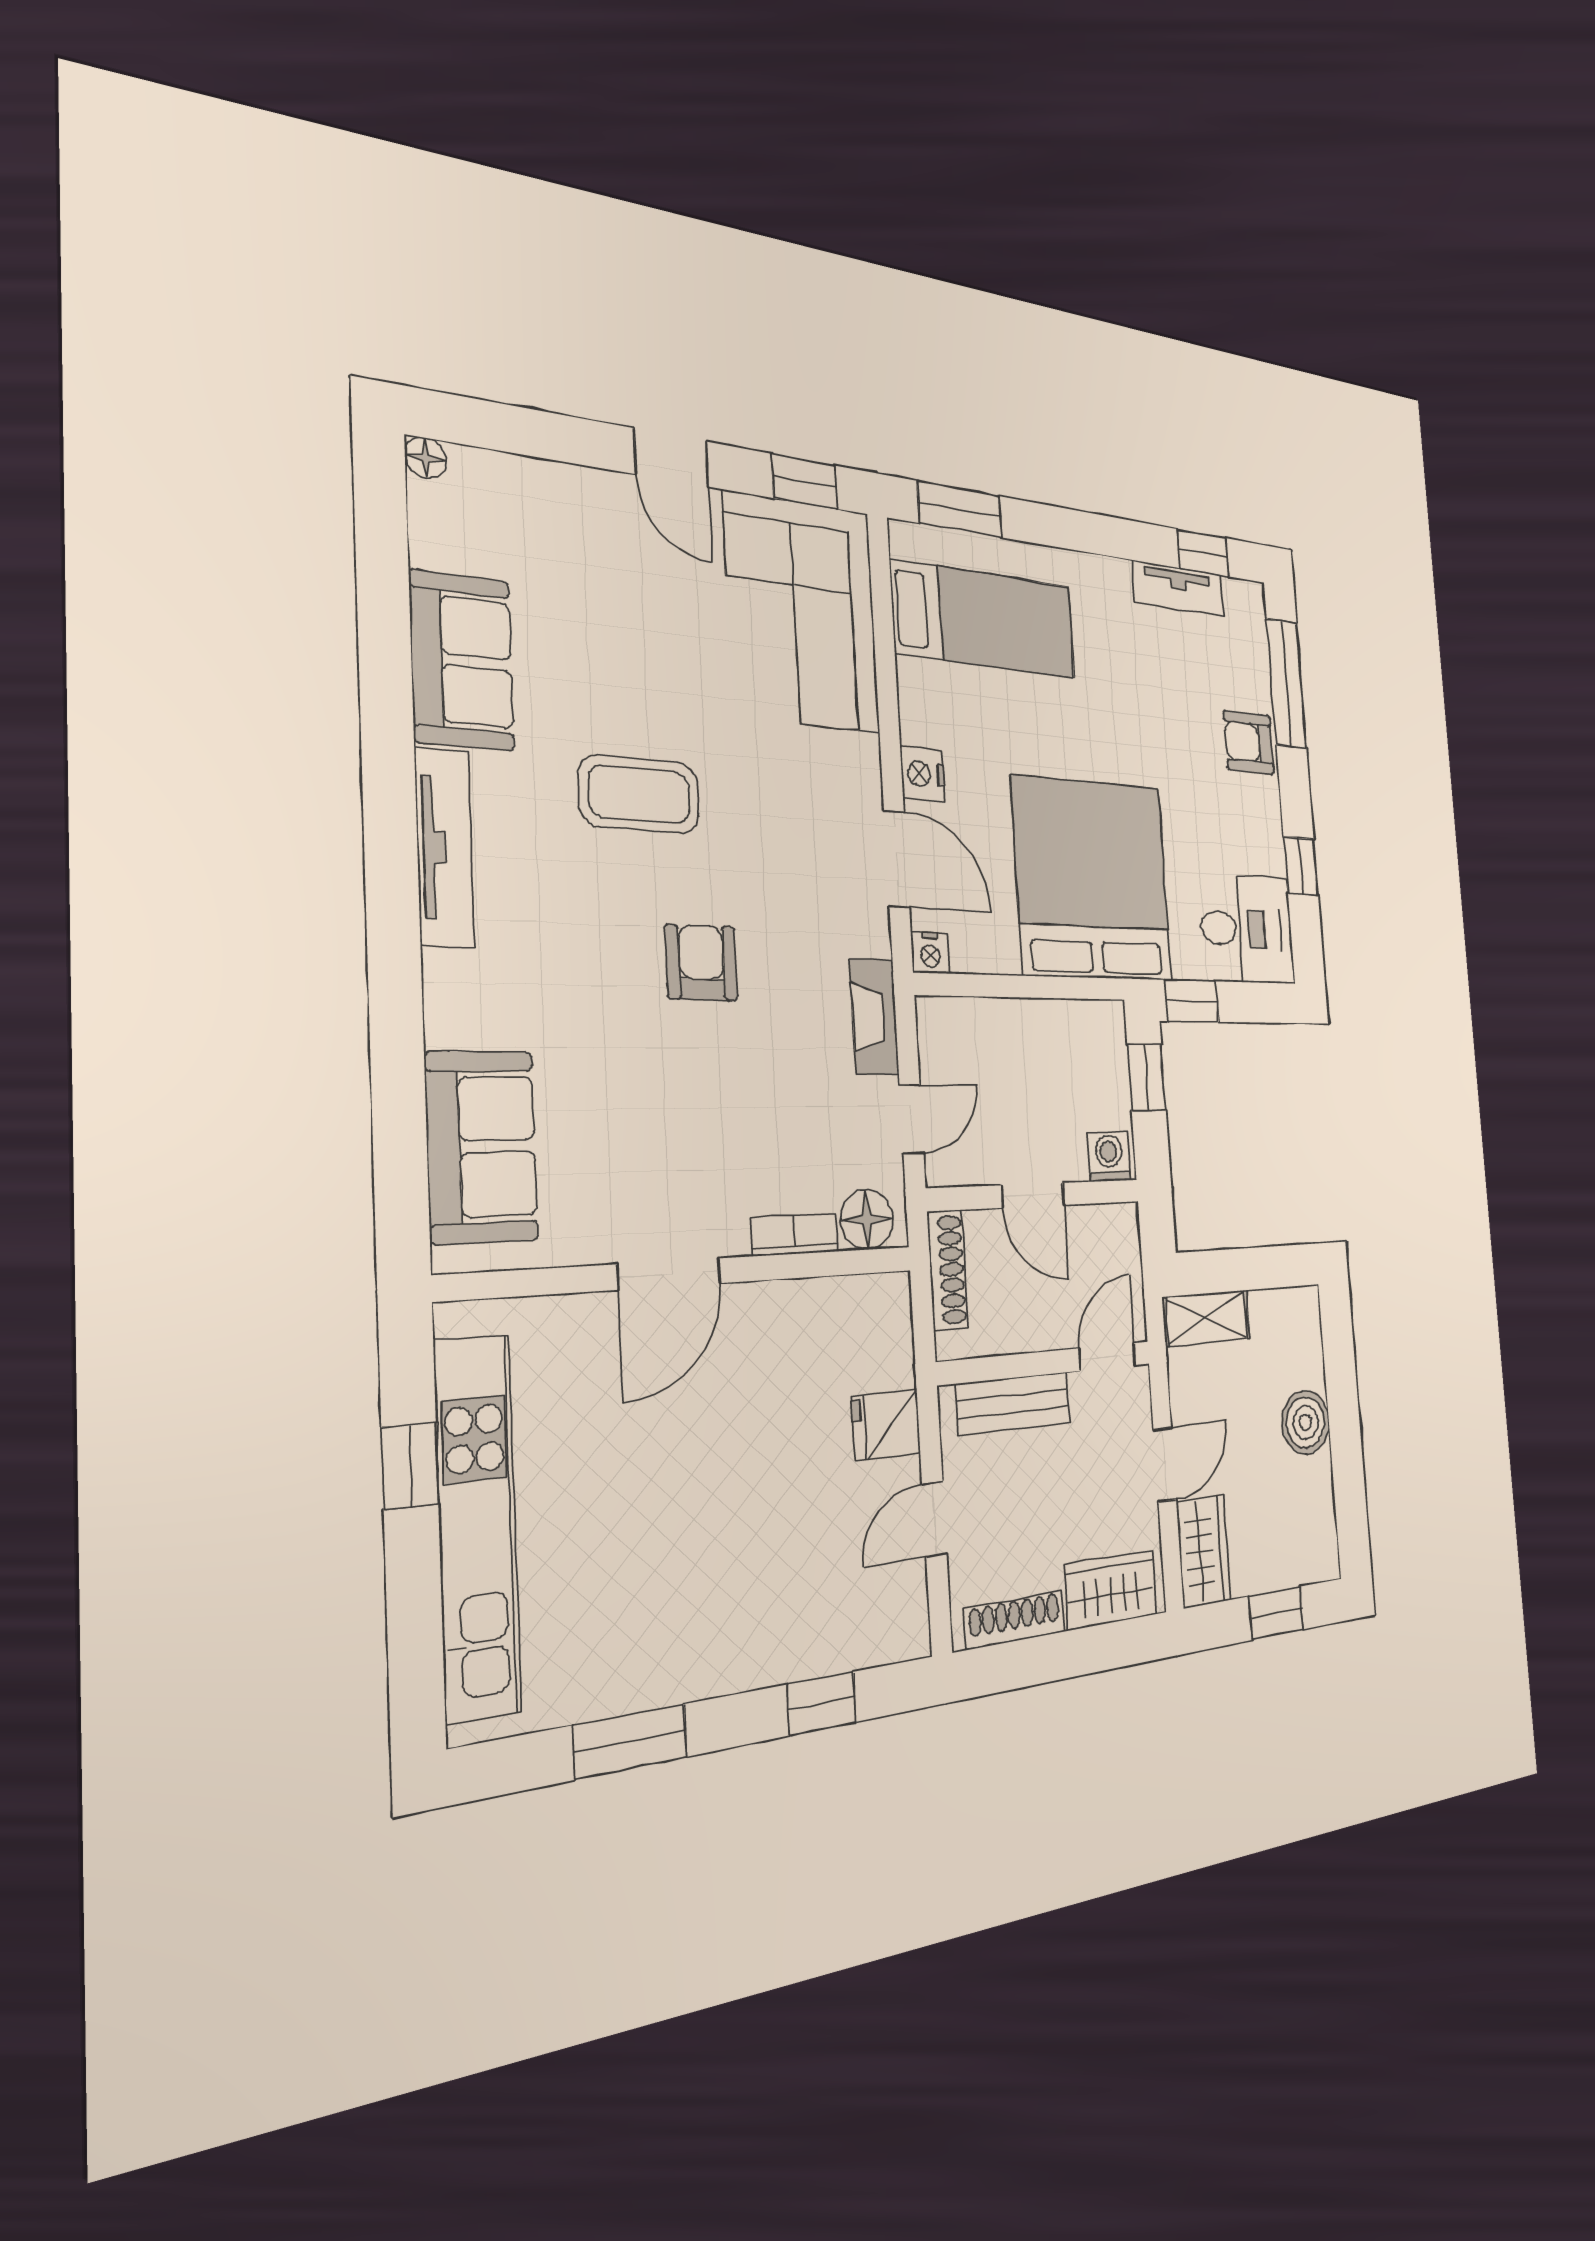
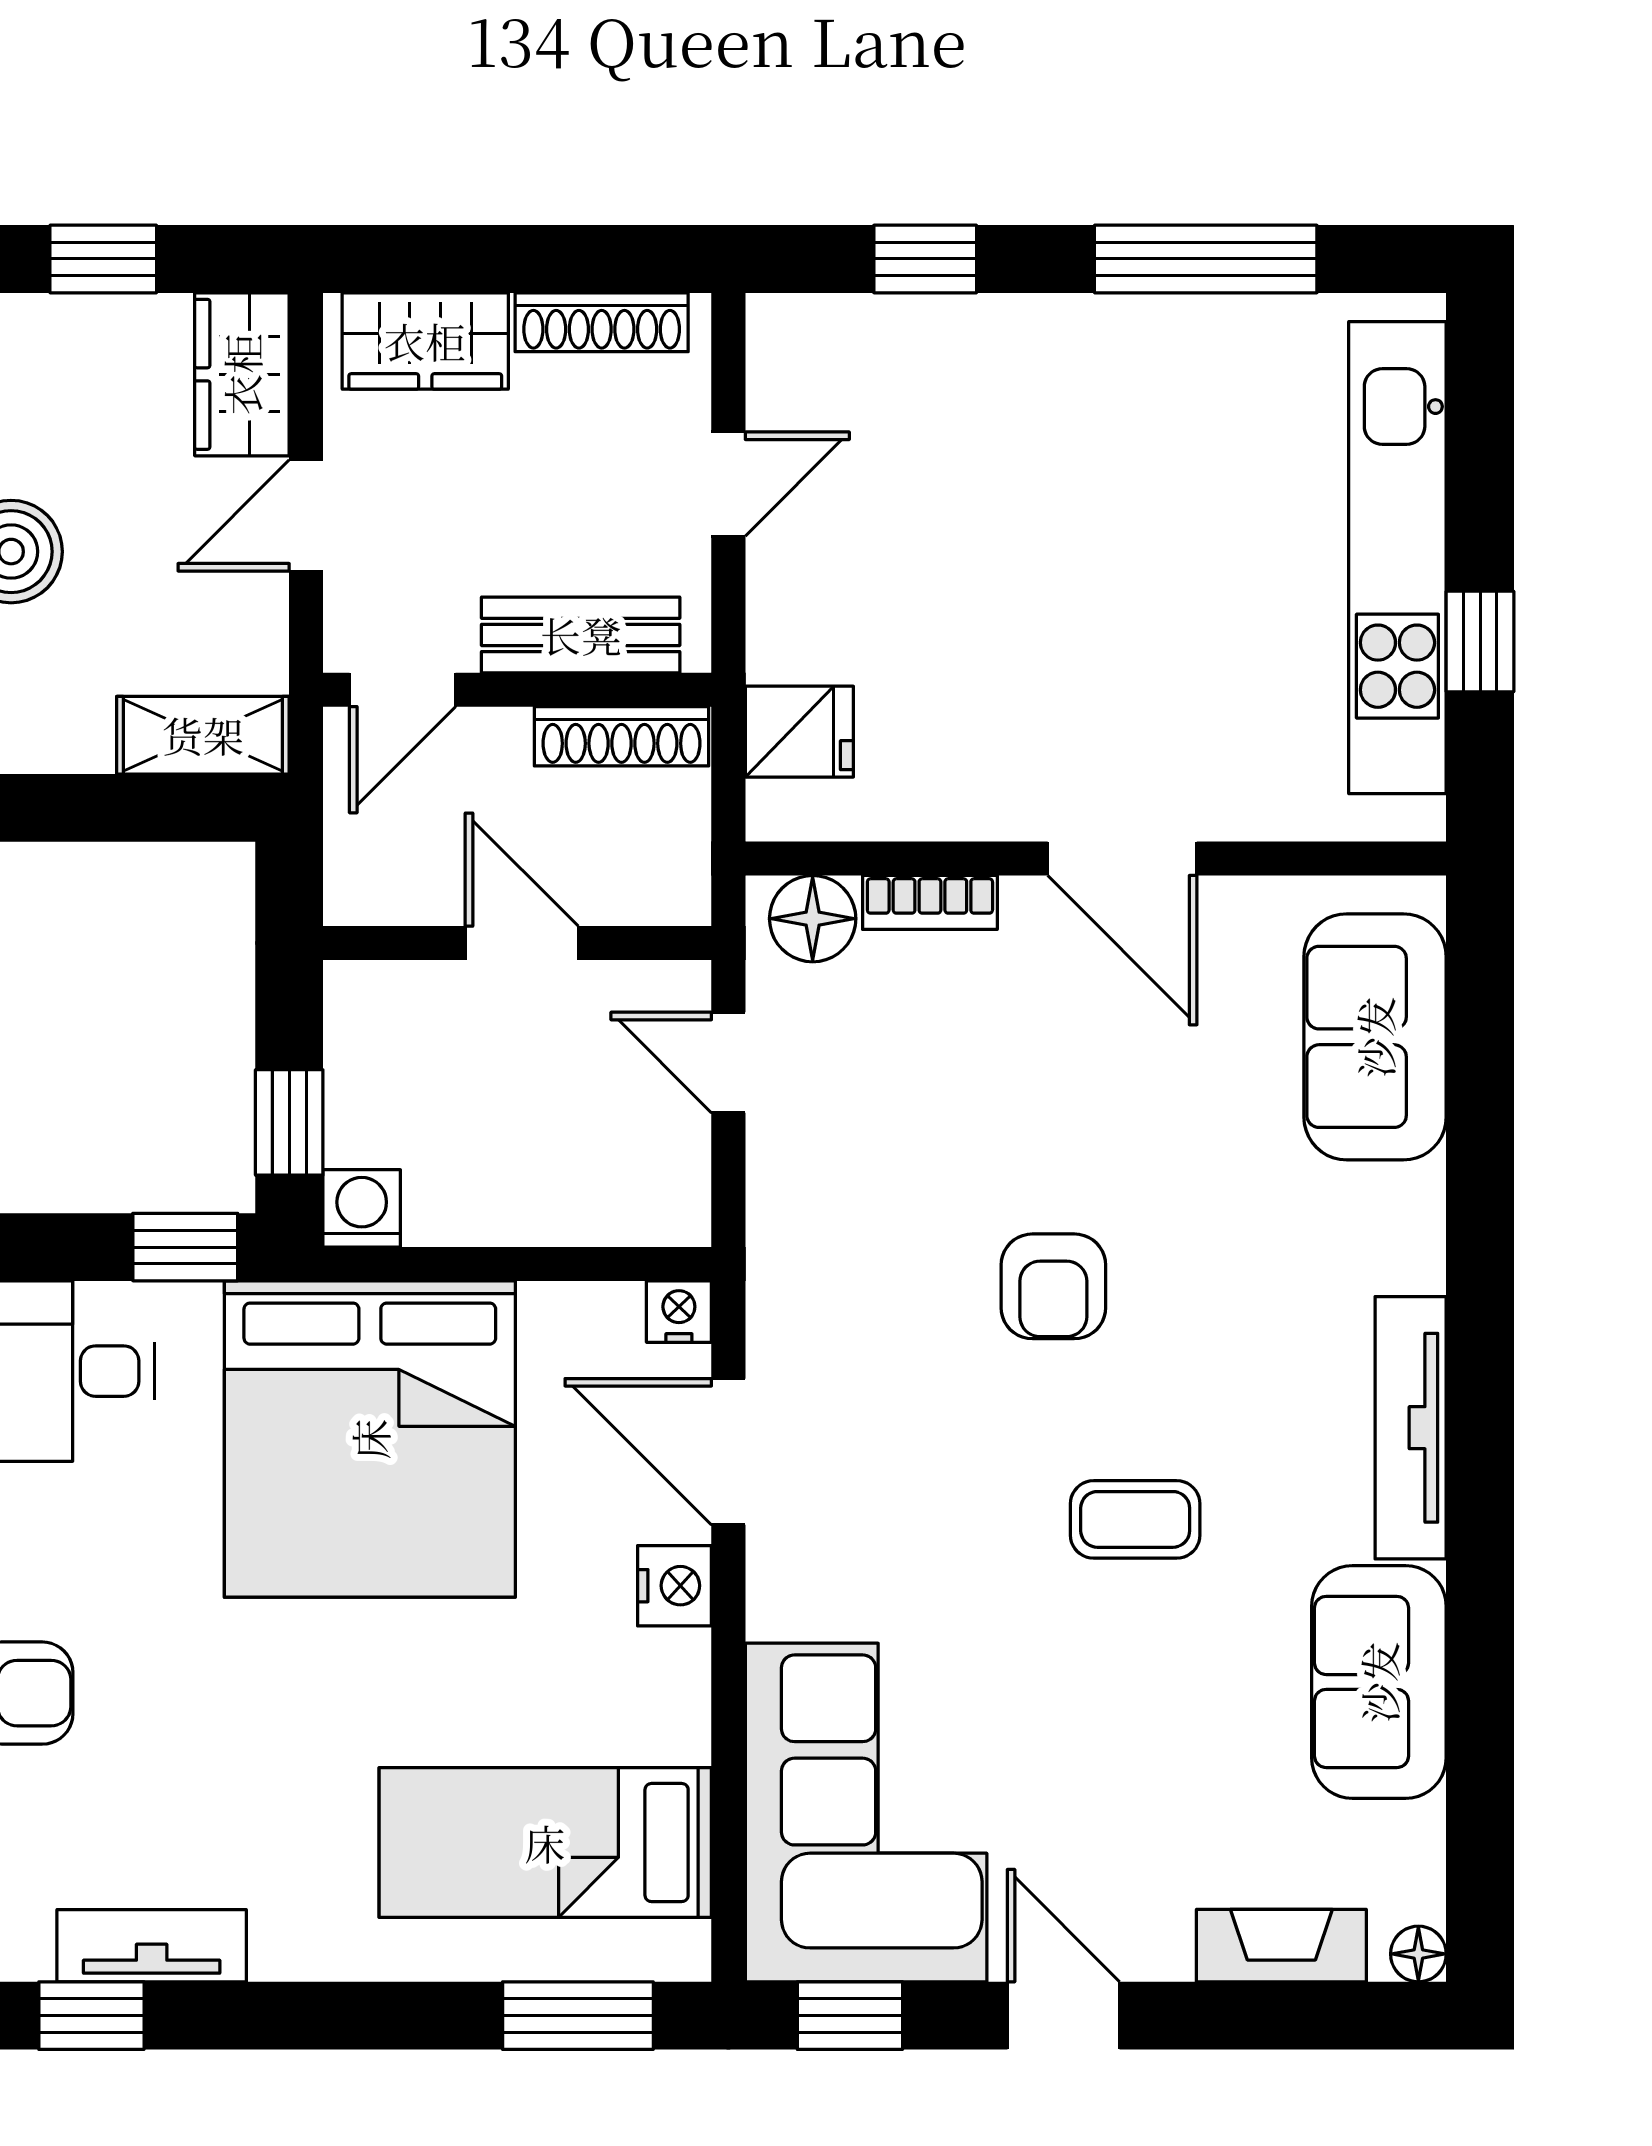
coffee table: (639, 794) -> (1135, 1519), width x0.73, depth x0.77
fireplace: (874, 1017) -> (1281, 1946), moved, turned -90
door: (912, 1119) -> (728, 1063), hinge flipped
washing machine: (1109, 1156) -> (362, 1208), moved, turned 180
shoe rack: (947, 1270) -> (621, 736), moved, turned -90
door: (669, 1274) -> (1122, 859), swing flipped
fridge: (886, 1425) -> (799, 732), moved
window: (630, 1741) -> (1206, 259), width x1.44

